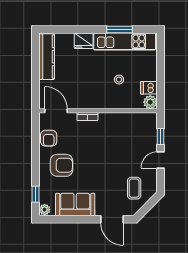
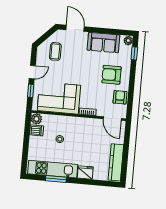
corner sofa: (124, 131) -> (59, 98), added

